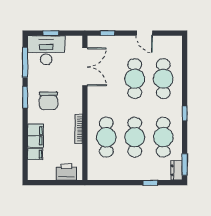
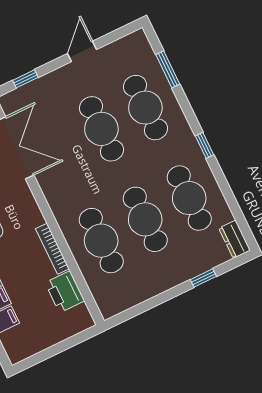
door: (144, 33) -> (82, 51), swing flipped
window: (185, 165) -> (168, 69), moved
printer: (66, 172) -> (65, 292), moved, turned -90

